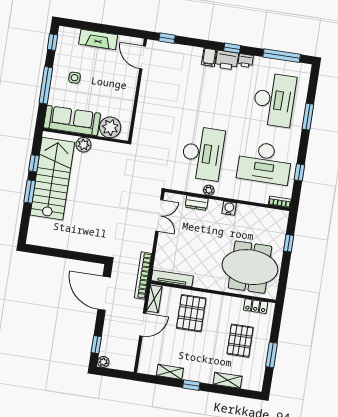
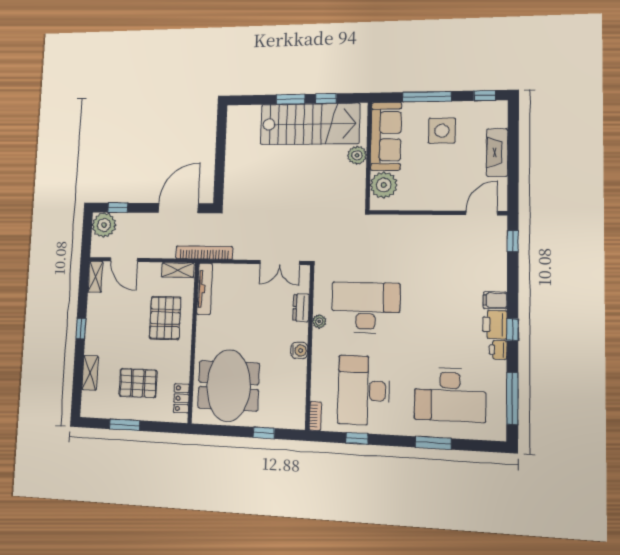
side table: (75, 78) -> (442, 131), width x1.87, depth x1.87
desk: (203, 153) -> (366, 308), turned 180
pallet: (191, 313) -> (165, 318), turned 90
door: (143, 325) -> (124, 260), moved
plant: (103, 362) -> (104, 225), width x1.87, depth x1.87
shelving: (170, 372) -> (95, 277), moved

